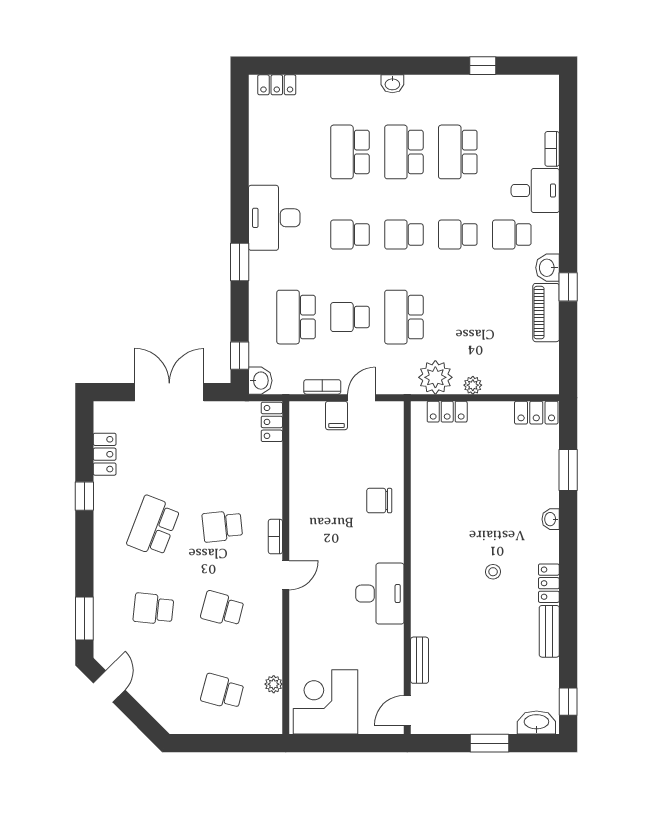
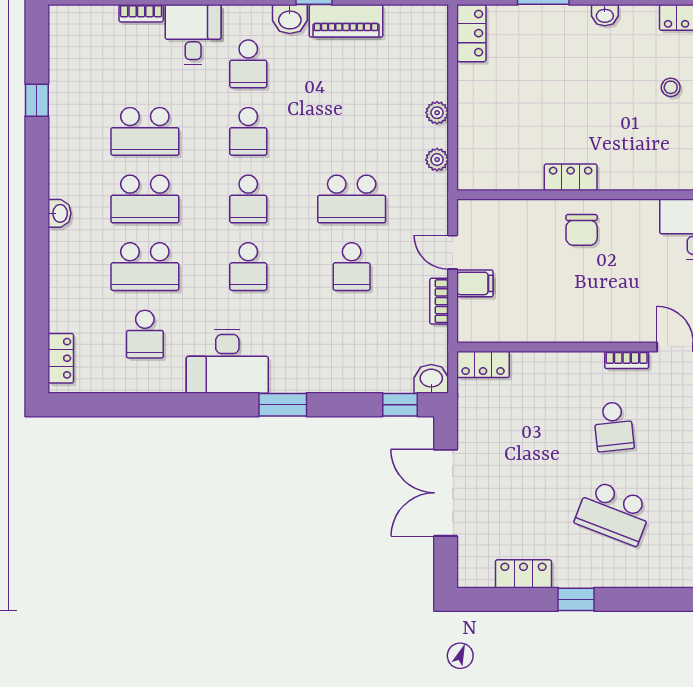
school desk: (296, 317) -> (145, 334), moved, width x0.54
plant: (435, 377) -> (437, 160), width x0.53, depth x0.53
locker: (447, 412) -> (571, 177), moved, turned -90

